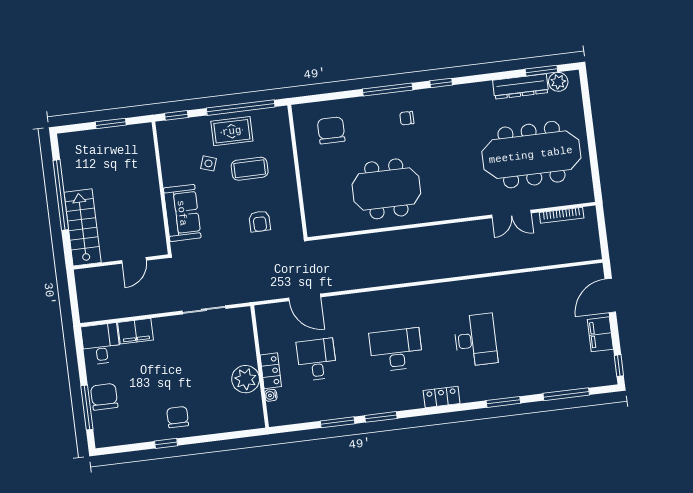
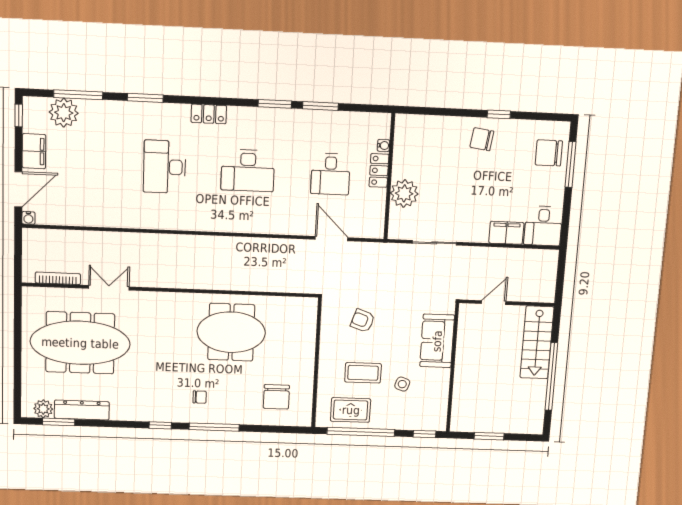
rug: (232, 131) -> (351, 410), moved
armchair: (260, 221) -> (363, 321), turned -71
water cooler: (597, 270) -> (28, 218), added
plant: (577, 375) -> (64, 113), added
plant: (246, 379) -> (404, 193), moved
chair: (104, 397) -> (549, 153), moved, turned 90
chair: (178, 417) -> (482, 139), turned 98

